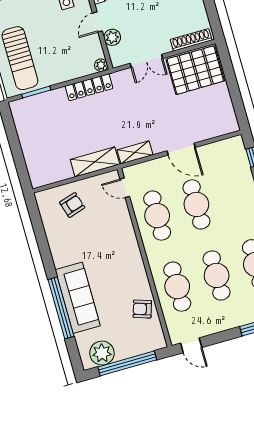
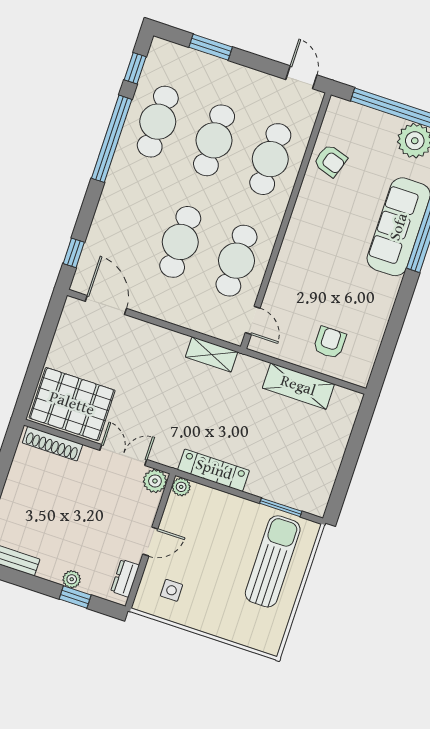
plant: (112, 37) -> (155, 481), moved
door: (181, 149) -> (106, 305), moved
shelving: (95, 162) -> (298, 386), moved
armchair: (72, 205) -> (330, 343), turned 107

